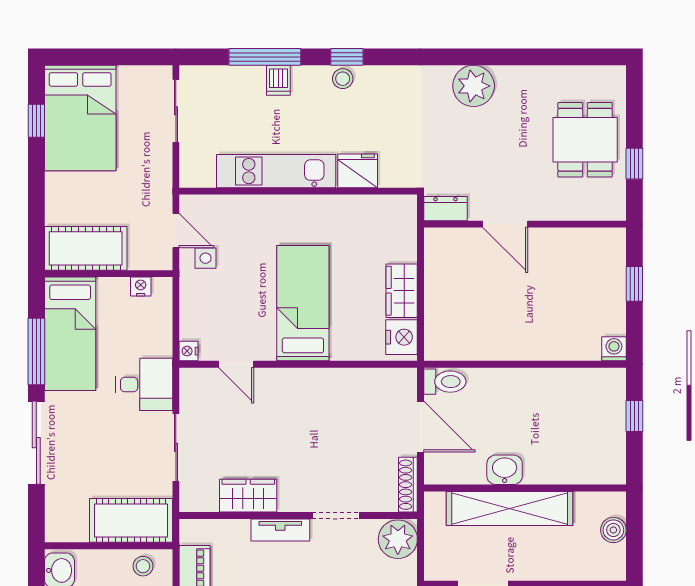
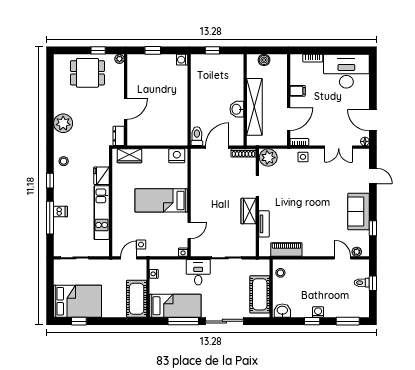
stool: (343, 79) -> (64, 161), moved
plant: (616, 210) -> (119, 59), added
wardrobe: (402, 291) -> (129, 156), moved
wardrobe: (248, 496) -> (248, 211), moved
cot: (131, 520) -> (260, 294), moved
tv unit: (280, 530) -> (264, 224), moved

